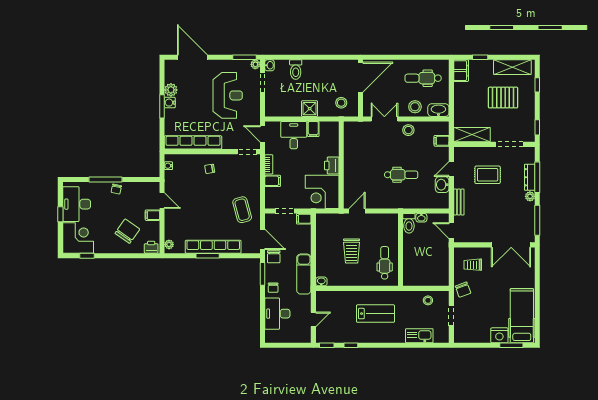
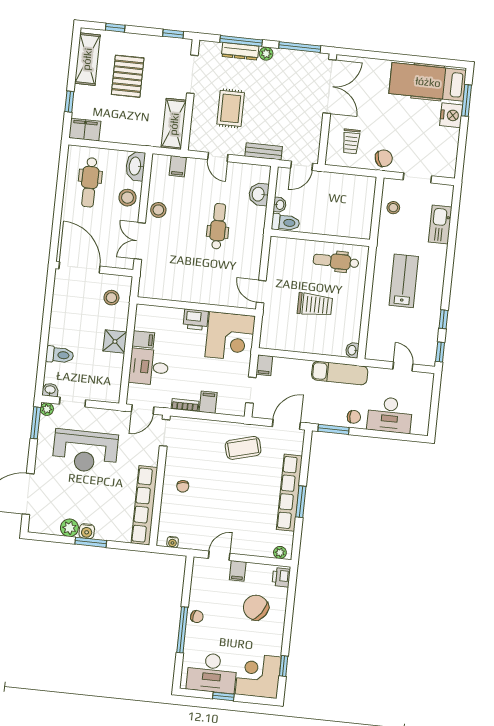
reception desk: (228, 95) -> (85, 451), turned 180
washbasin: (442, 185) -> (259, 194), moved, turned 90
chair: (274, 257) -> (312, 412), removed

